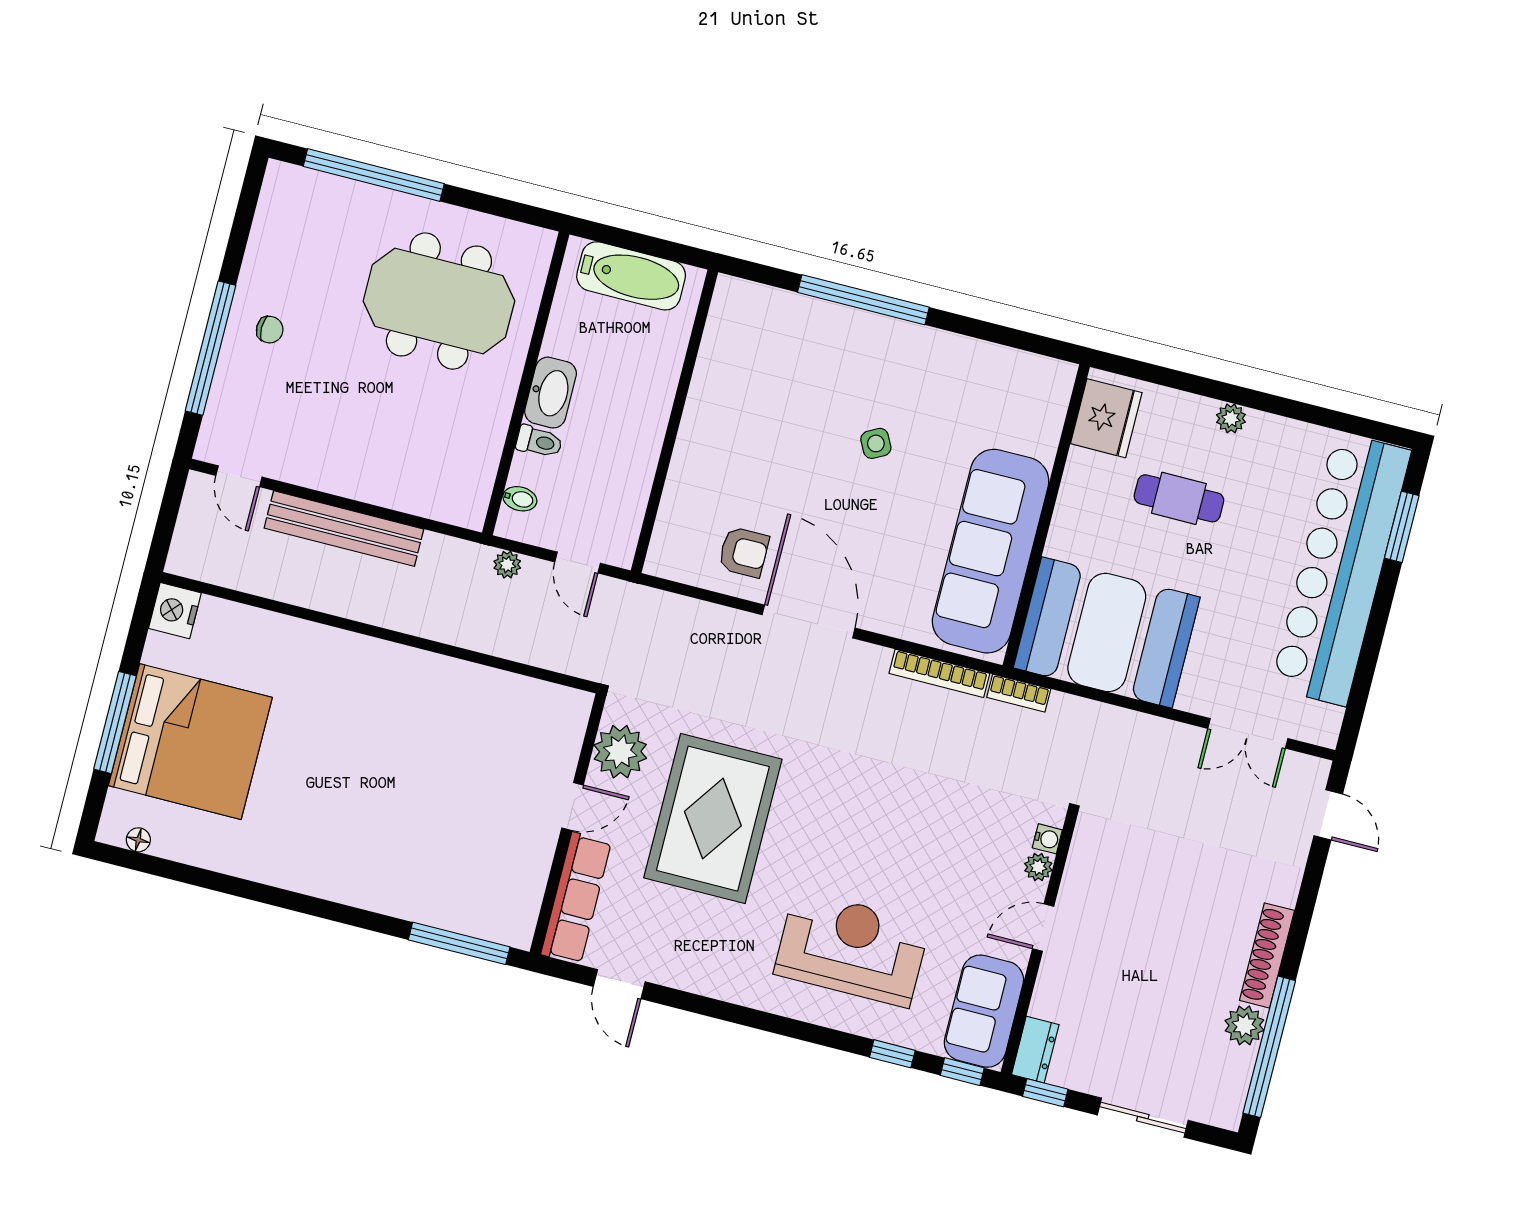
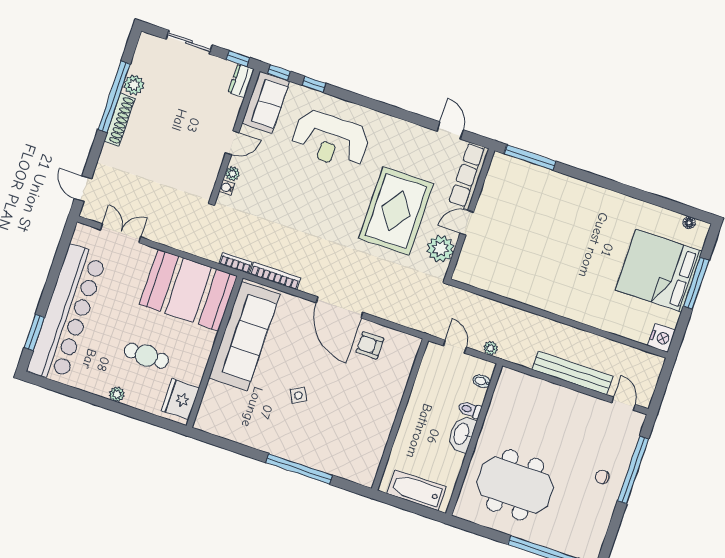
window: (1269, 1047) -> (114, 97), moved

